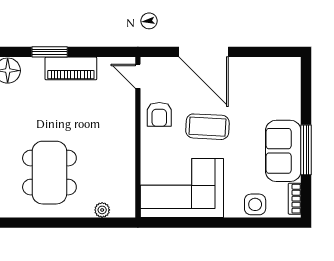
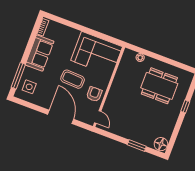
piano: (71, 68) -> (129, 133), removed
window: (306, 150) -> (18, 76), moved
dining table: (49, 173) -> (159, 86), turned 90
side table: (255, 204) -> (29, 87), moved

